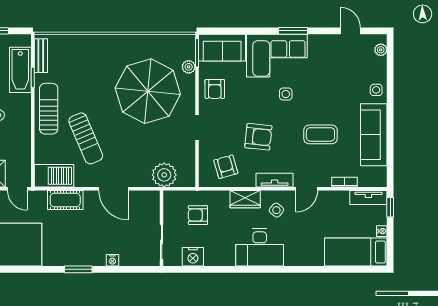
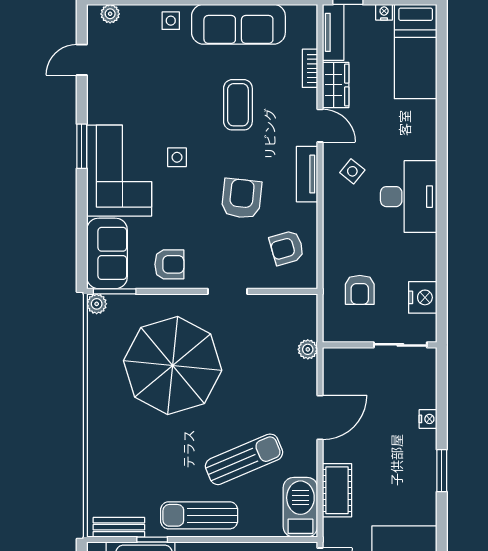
plant: (189, 67) -> (97, 304), moved
plant: (164, 175) -> (308, 349), width x0.53, depth x0.53
wardrobe: (245, 199) -> (336, 85), moved

